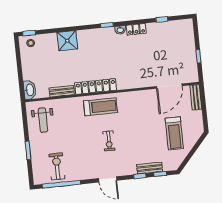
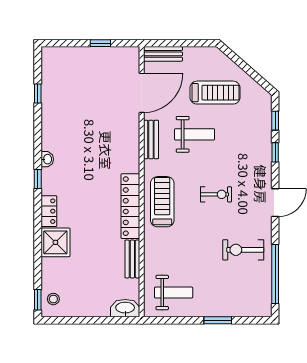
locker: (136, 29) -> (49, 211), moved
door: (169, 86) -> (142, 93), hinge flipped
weight bench: (146, 123) -> (195, 134), added
exercise bike: (57, 166) -> (243, 250), moved
bench: (150, 168) -> (151, 139), moved

